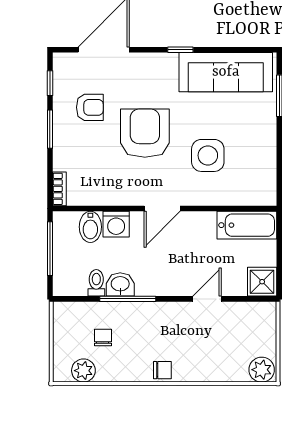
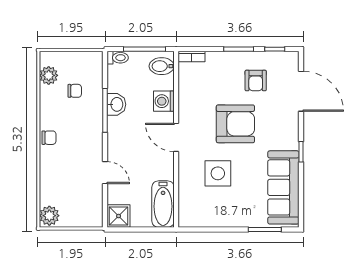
bidet: (90, 227) -> (162, 66), moved
toilet: (96, 283) -> (118, 58), moved
chair: (162, 370) -> (49, 138), turned -90

